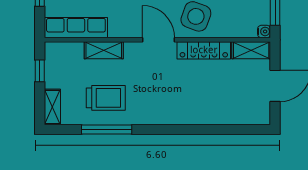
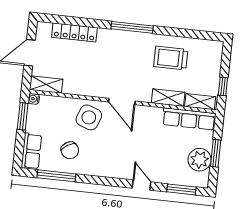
locker: (204, 50) -> (74, 32), moved, turned 180
shelving: (52, 107) -> (200, 102), moved, turned 90
window: (107, 130) -> (132, 27), moved

